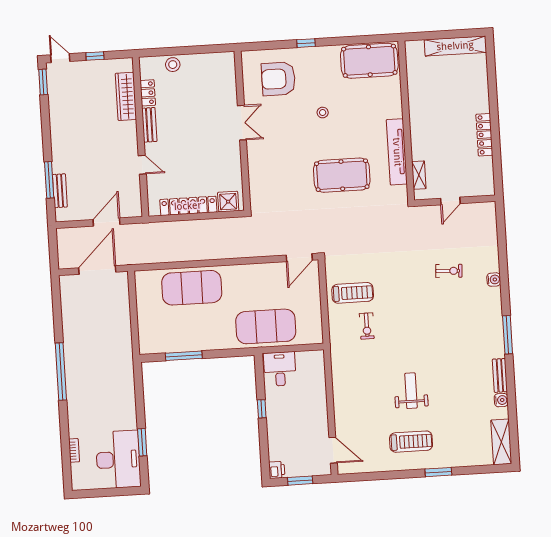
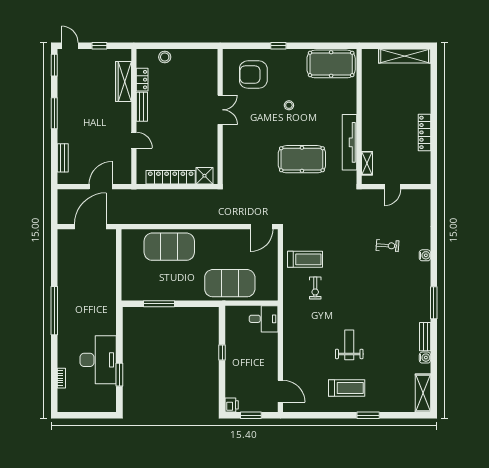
window: (49, 180) -> (54, 113), moved
desk: (280, 369) -> (264, 319), moved, turned 90
desk: (118, 459) -> (98, 360), moved

